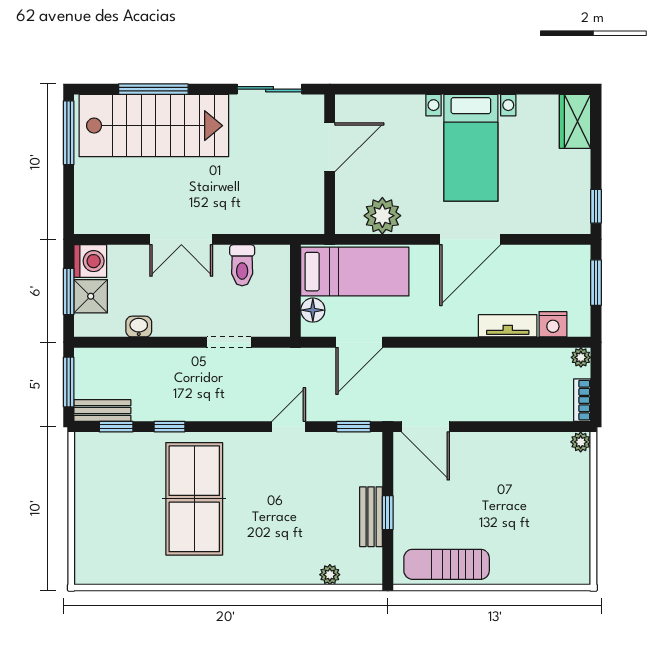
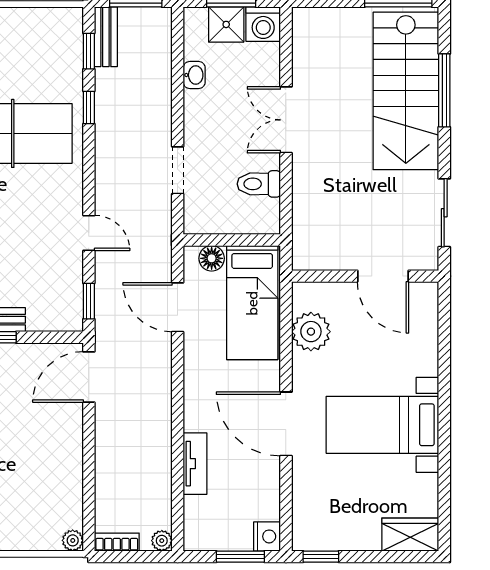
nightstand: (553, 324) -> (267, 536), moved, turned 180

